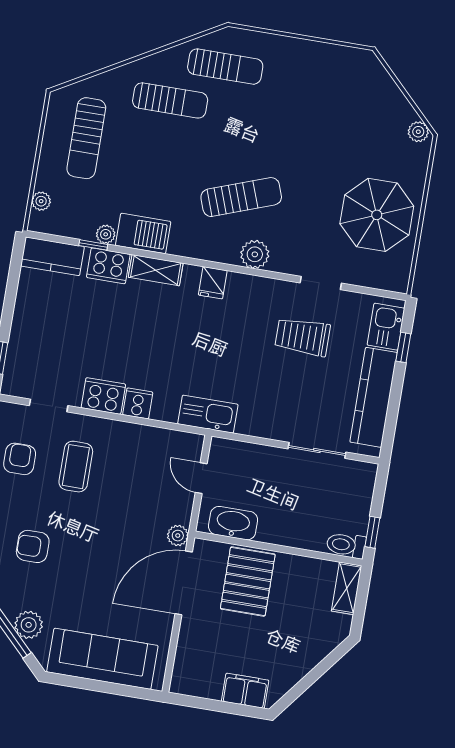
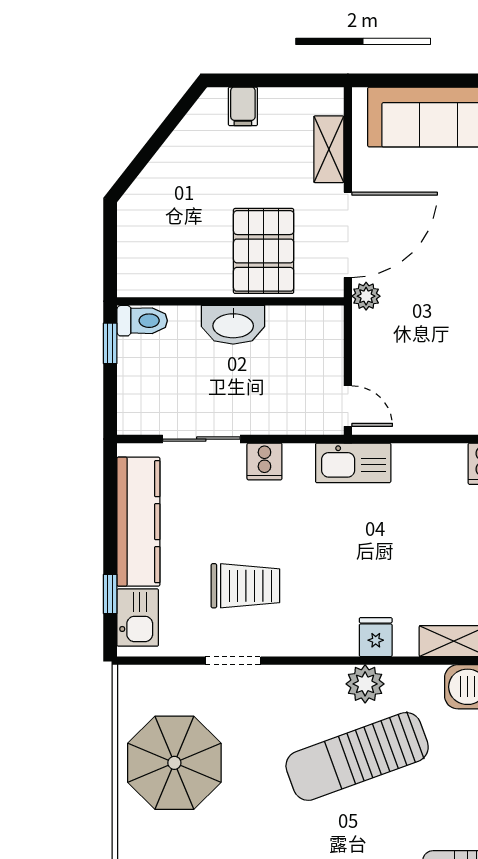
sun lounger: (241, 197) -> (357, 756), width x1.36, depth x1.34
plant: (255, 254) -> (365, 684), moved
cooker: (138, 403) -> (264, 461), moved
door: (201, 478) -> (348, 406), moved
washbasin: (233, 523) -> (233, 325), moved
shelving: (347, 588) -> (329, 149), moved
filing cabinet: (245, 691) -> (243, 106), width x0.50

